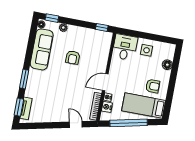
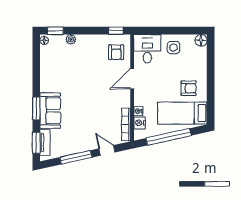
sofa: (42, 49) -> (50, 111), moved, width x0.73
armchair: (73, 57) -> (116, 52), moved
floor lamp: (167, 65) -> (201, 40), moved
door: (105, 82) -> (132, 79), moved
window: (49, 125) -> (76, 157), added

